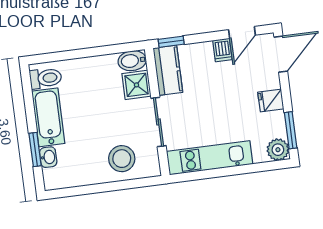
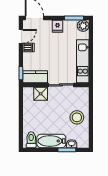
door: (242, 32) -> (21, 36), hinge flipped
bidet: (132, 61) -> (28, 94), removed
stool: (122, 159) -> (77, 117), moved

